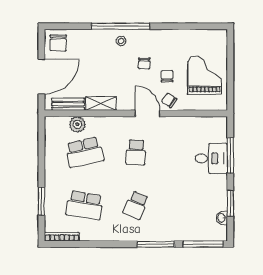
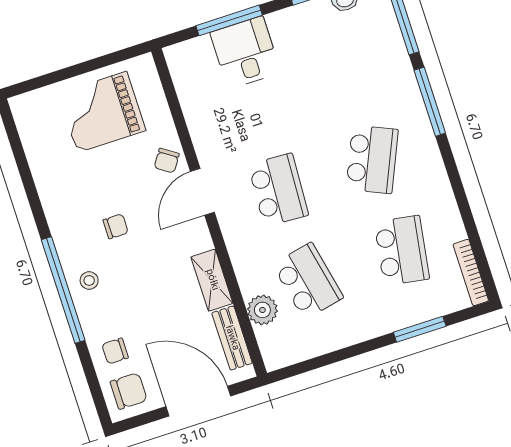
chair: (167, 76) -> (115, 351), moved
school desk: (136, 152) -> (278, 190), width x1.85
school desk: (136, 205) -> (372, 159), width x1.85

